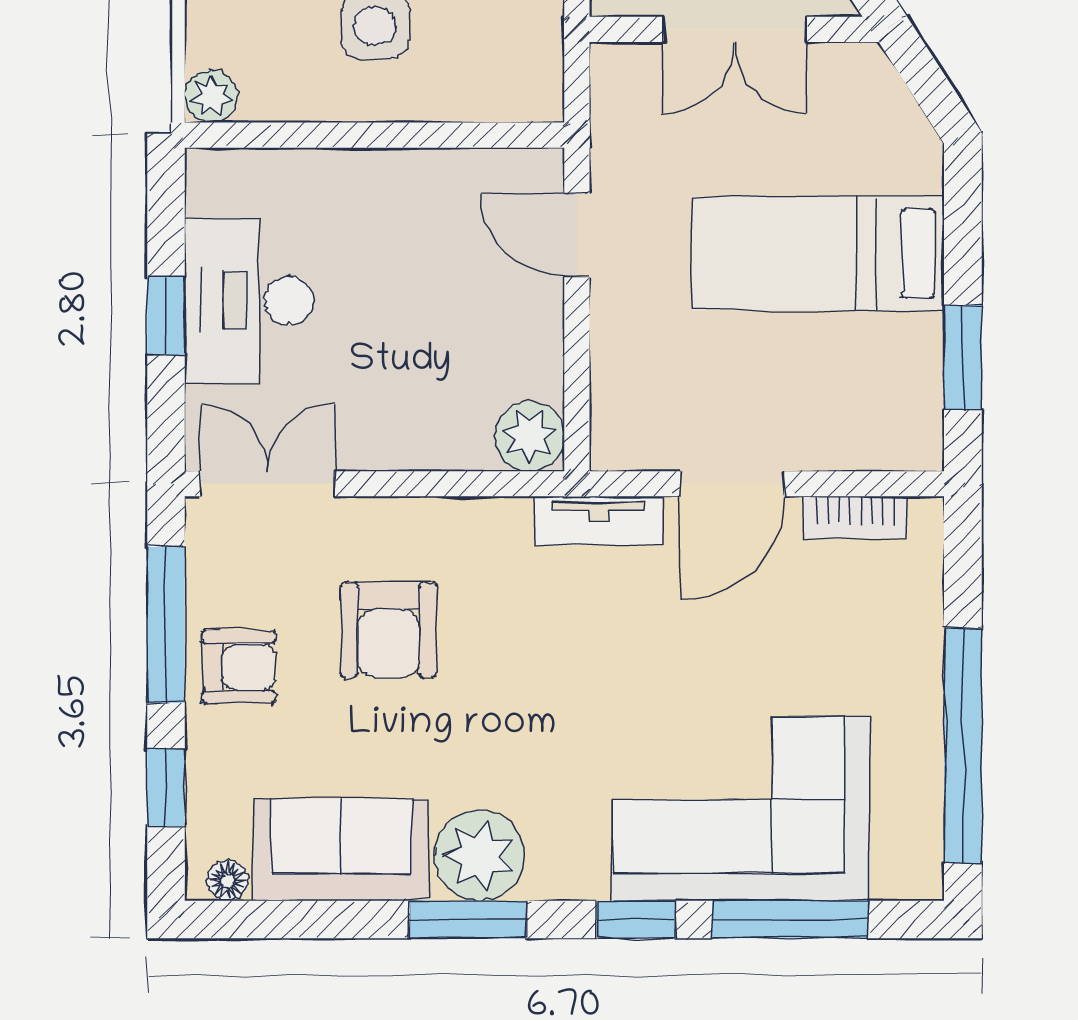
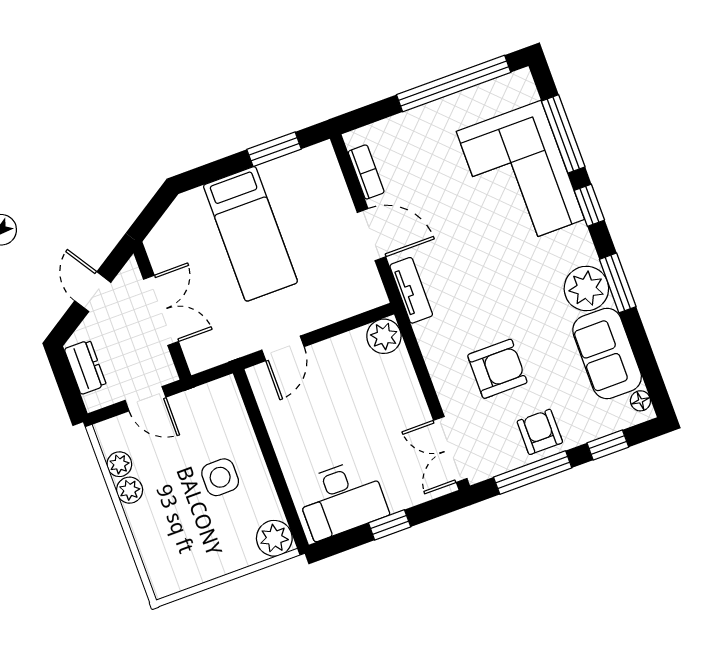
plant: (211, 96) -> (274, 538), width x1.38, depth x1.38
desk: (249, 300) -> (342, 499), moved

